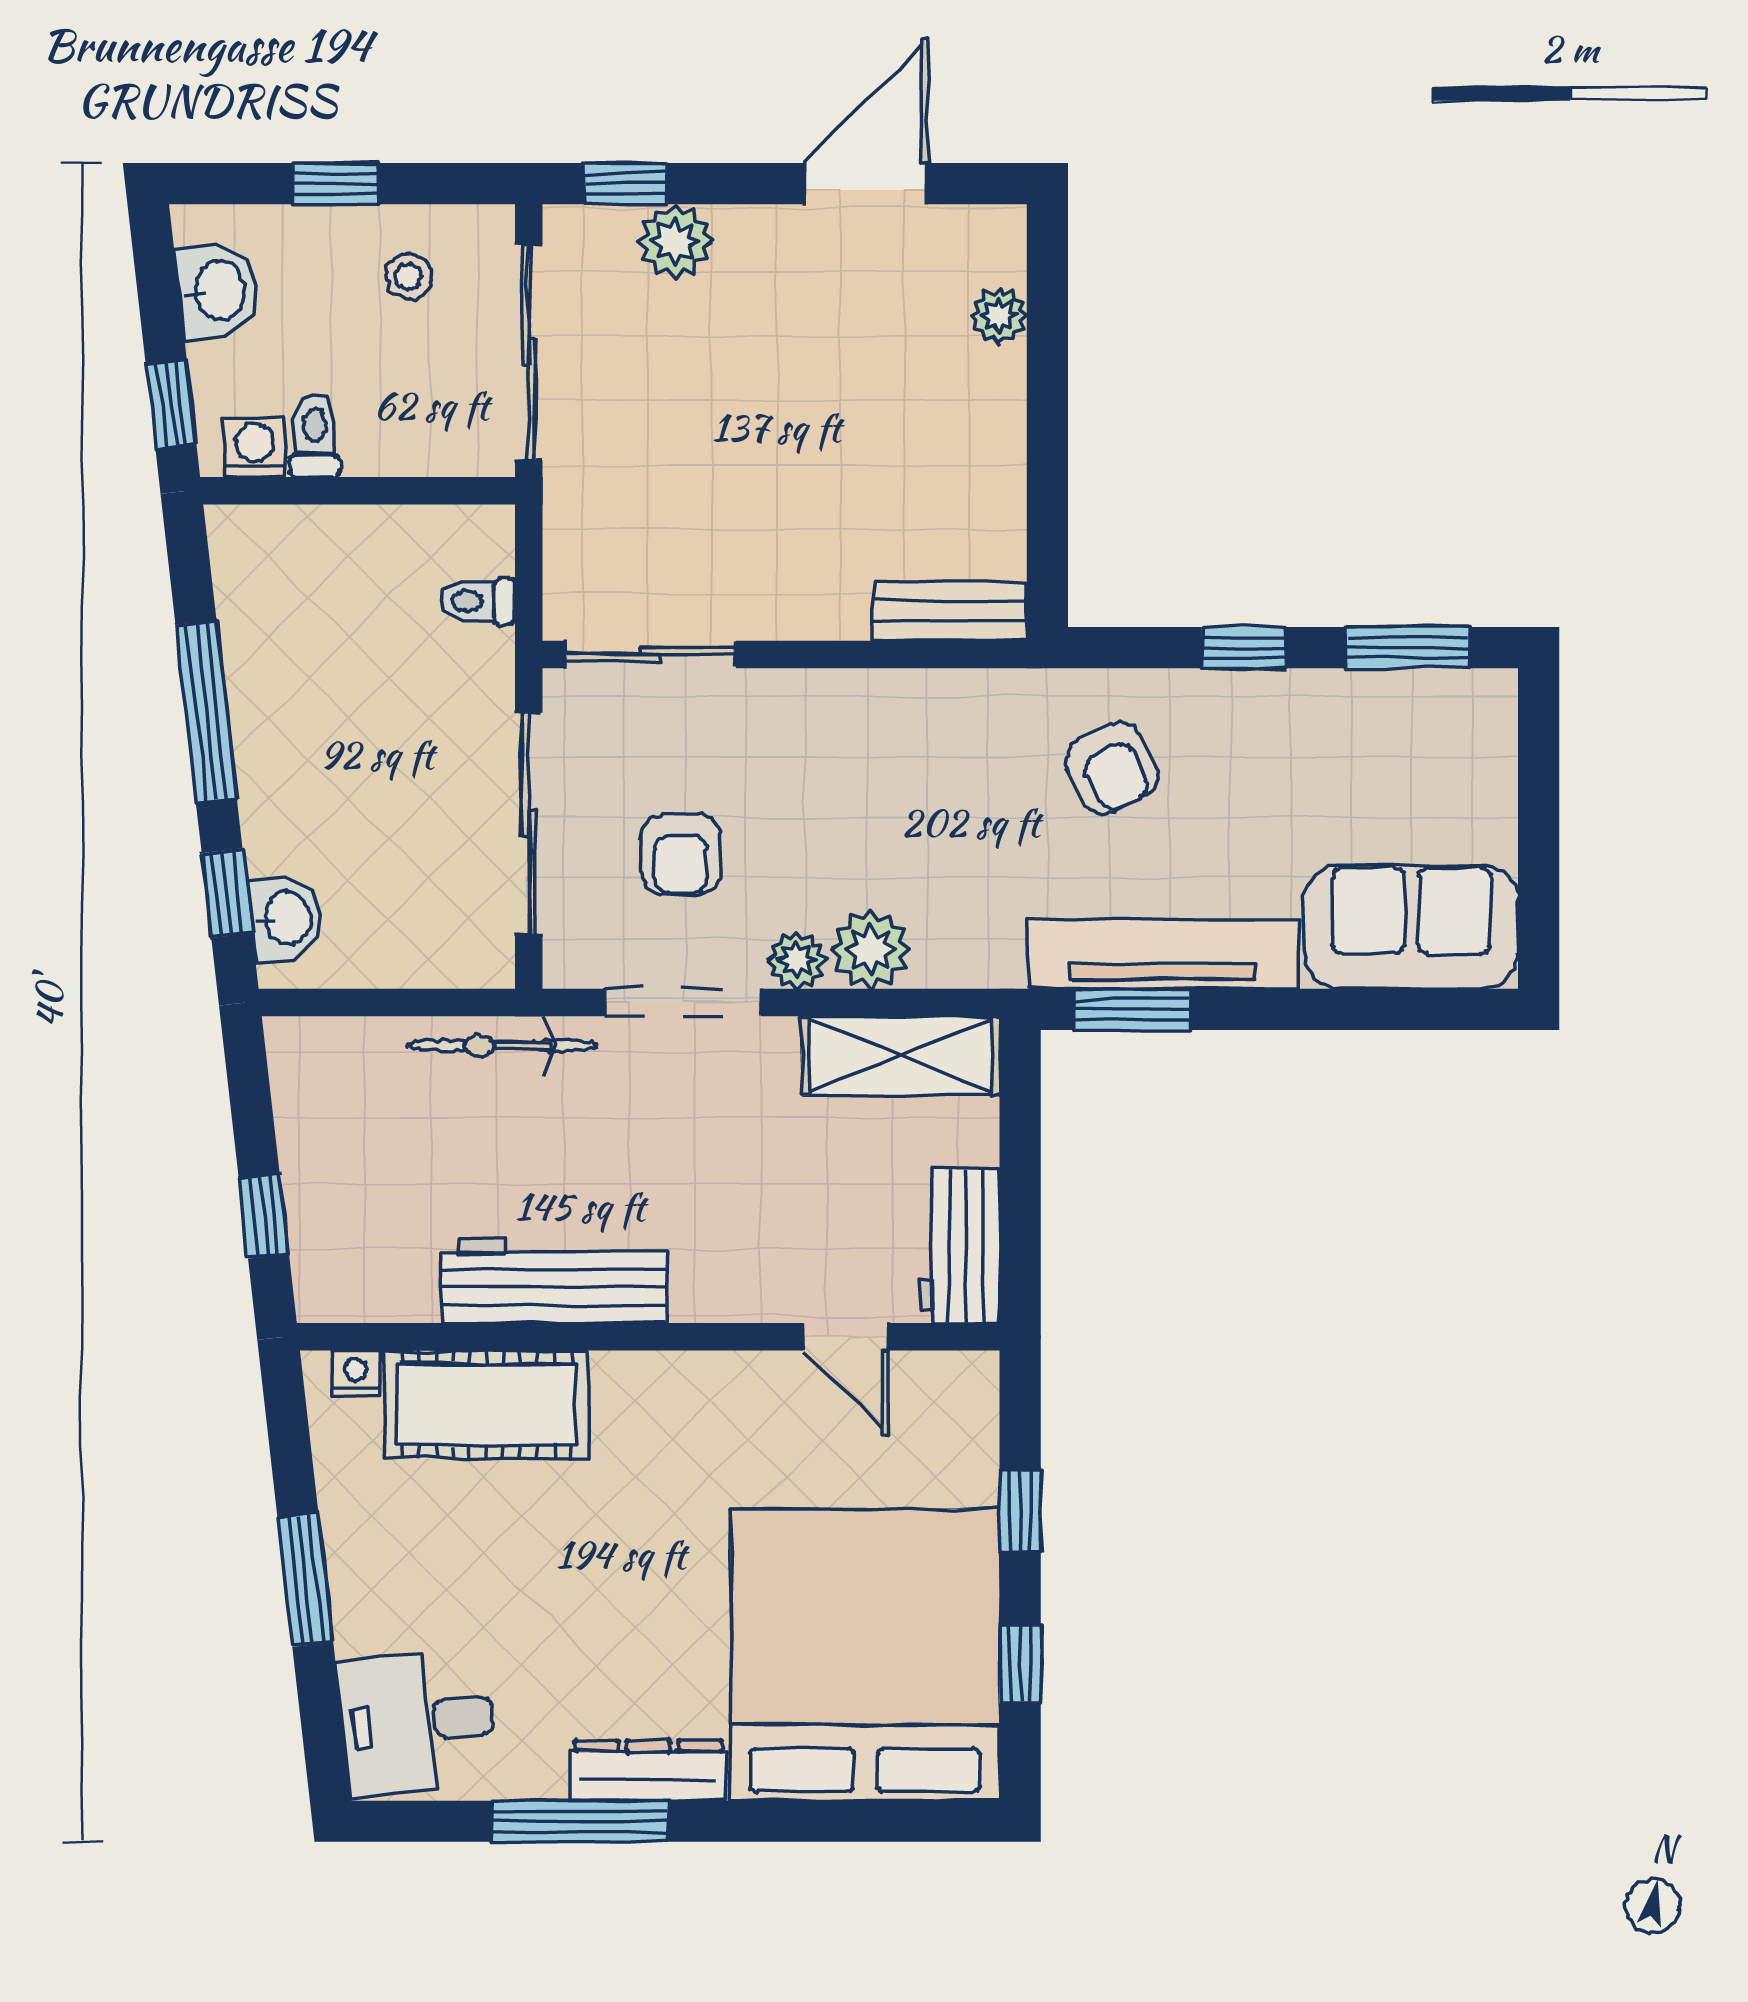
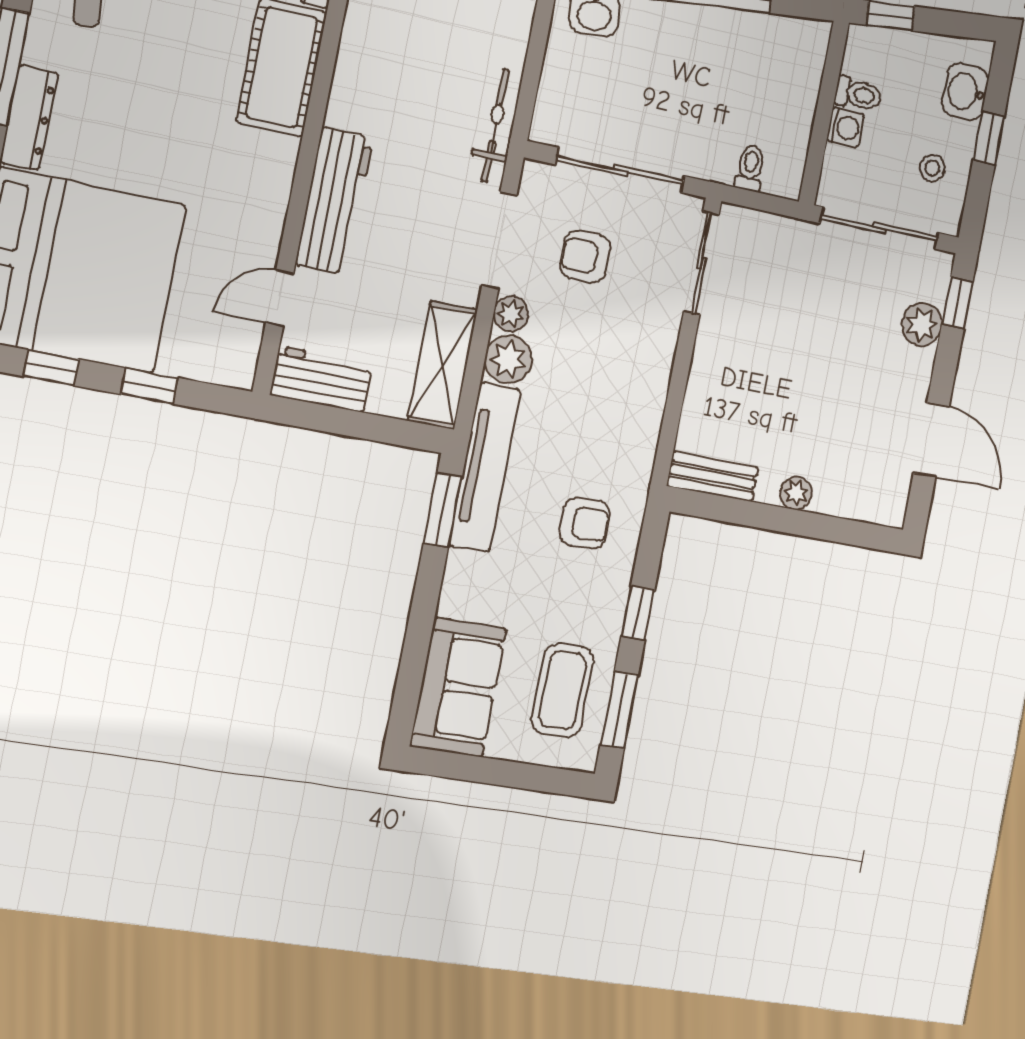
washbasin: (218, 291) -> (965, 92), moved, turned 97
plant: (999, 315) -> (796, 493), moved
washing machine: (254, 447) -> (845, 127), moved
bench: (950, 611) -> (713, 477), moved, turned 90
coffee table: (1390, 751) -> (563, 690), added
armchair: (1112, 768) -> (585, 523), turned -152
tv unit: (1163, 954) -> (485, 467), moved
workbench: (554, 1281) -> (334, 201), moved

